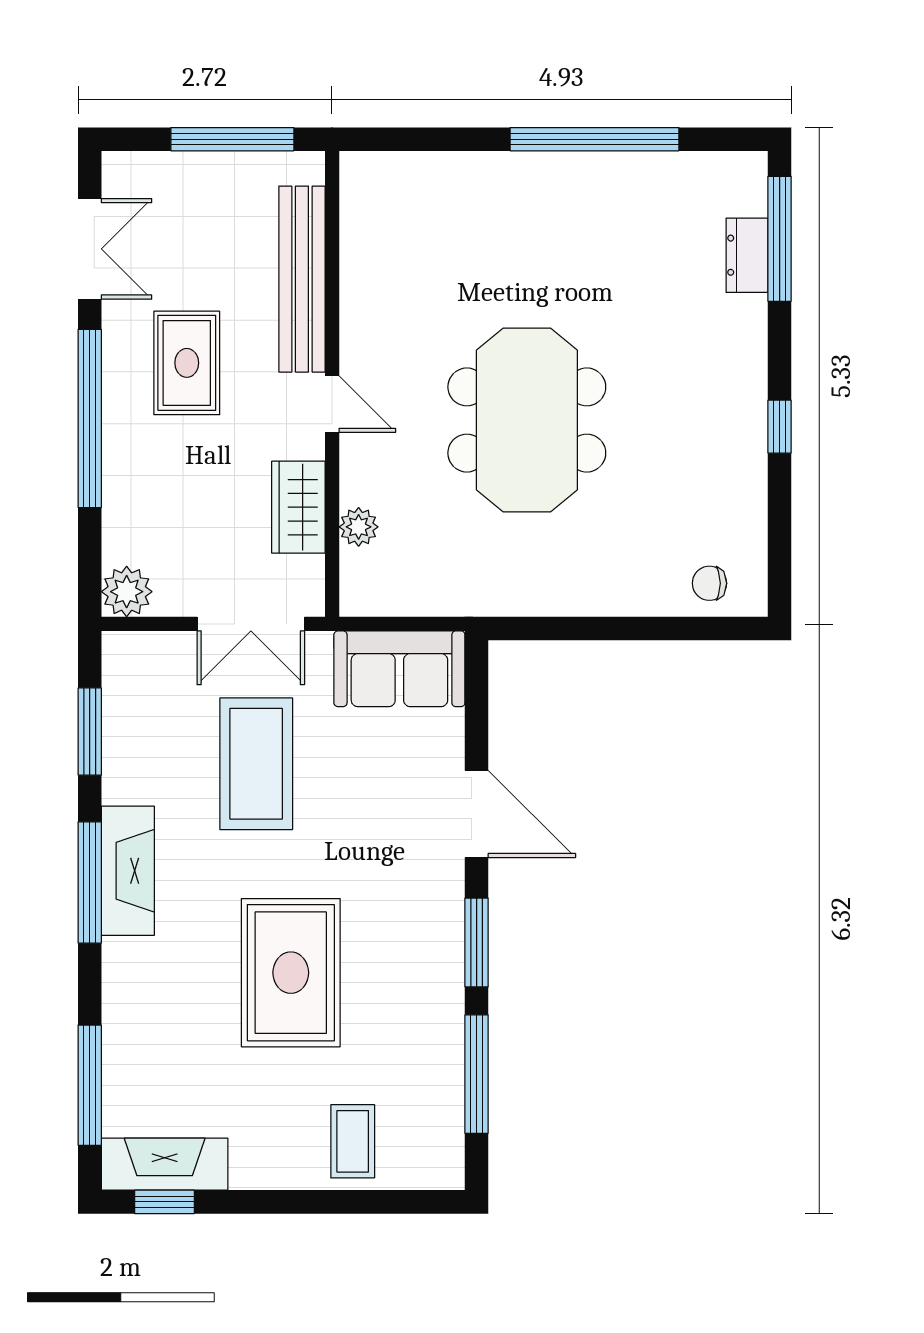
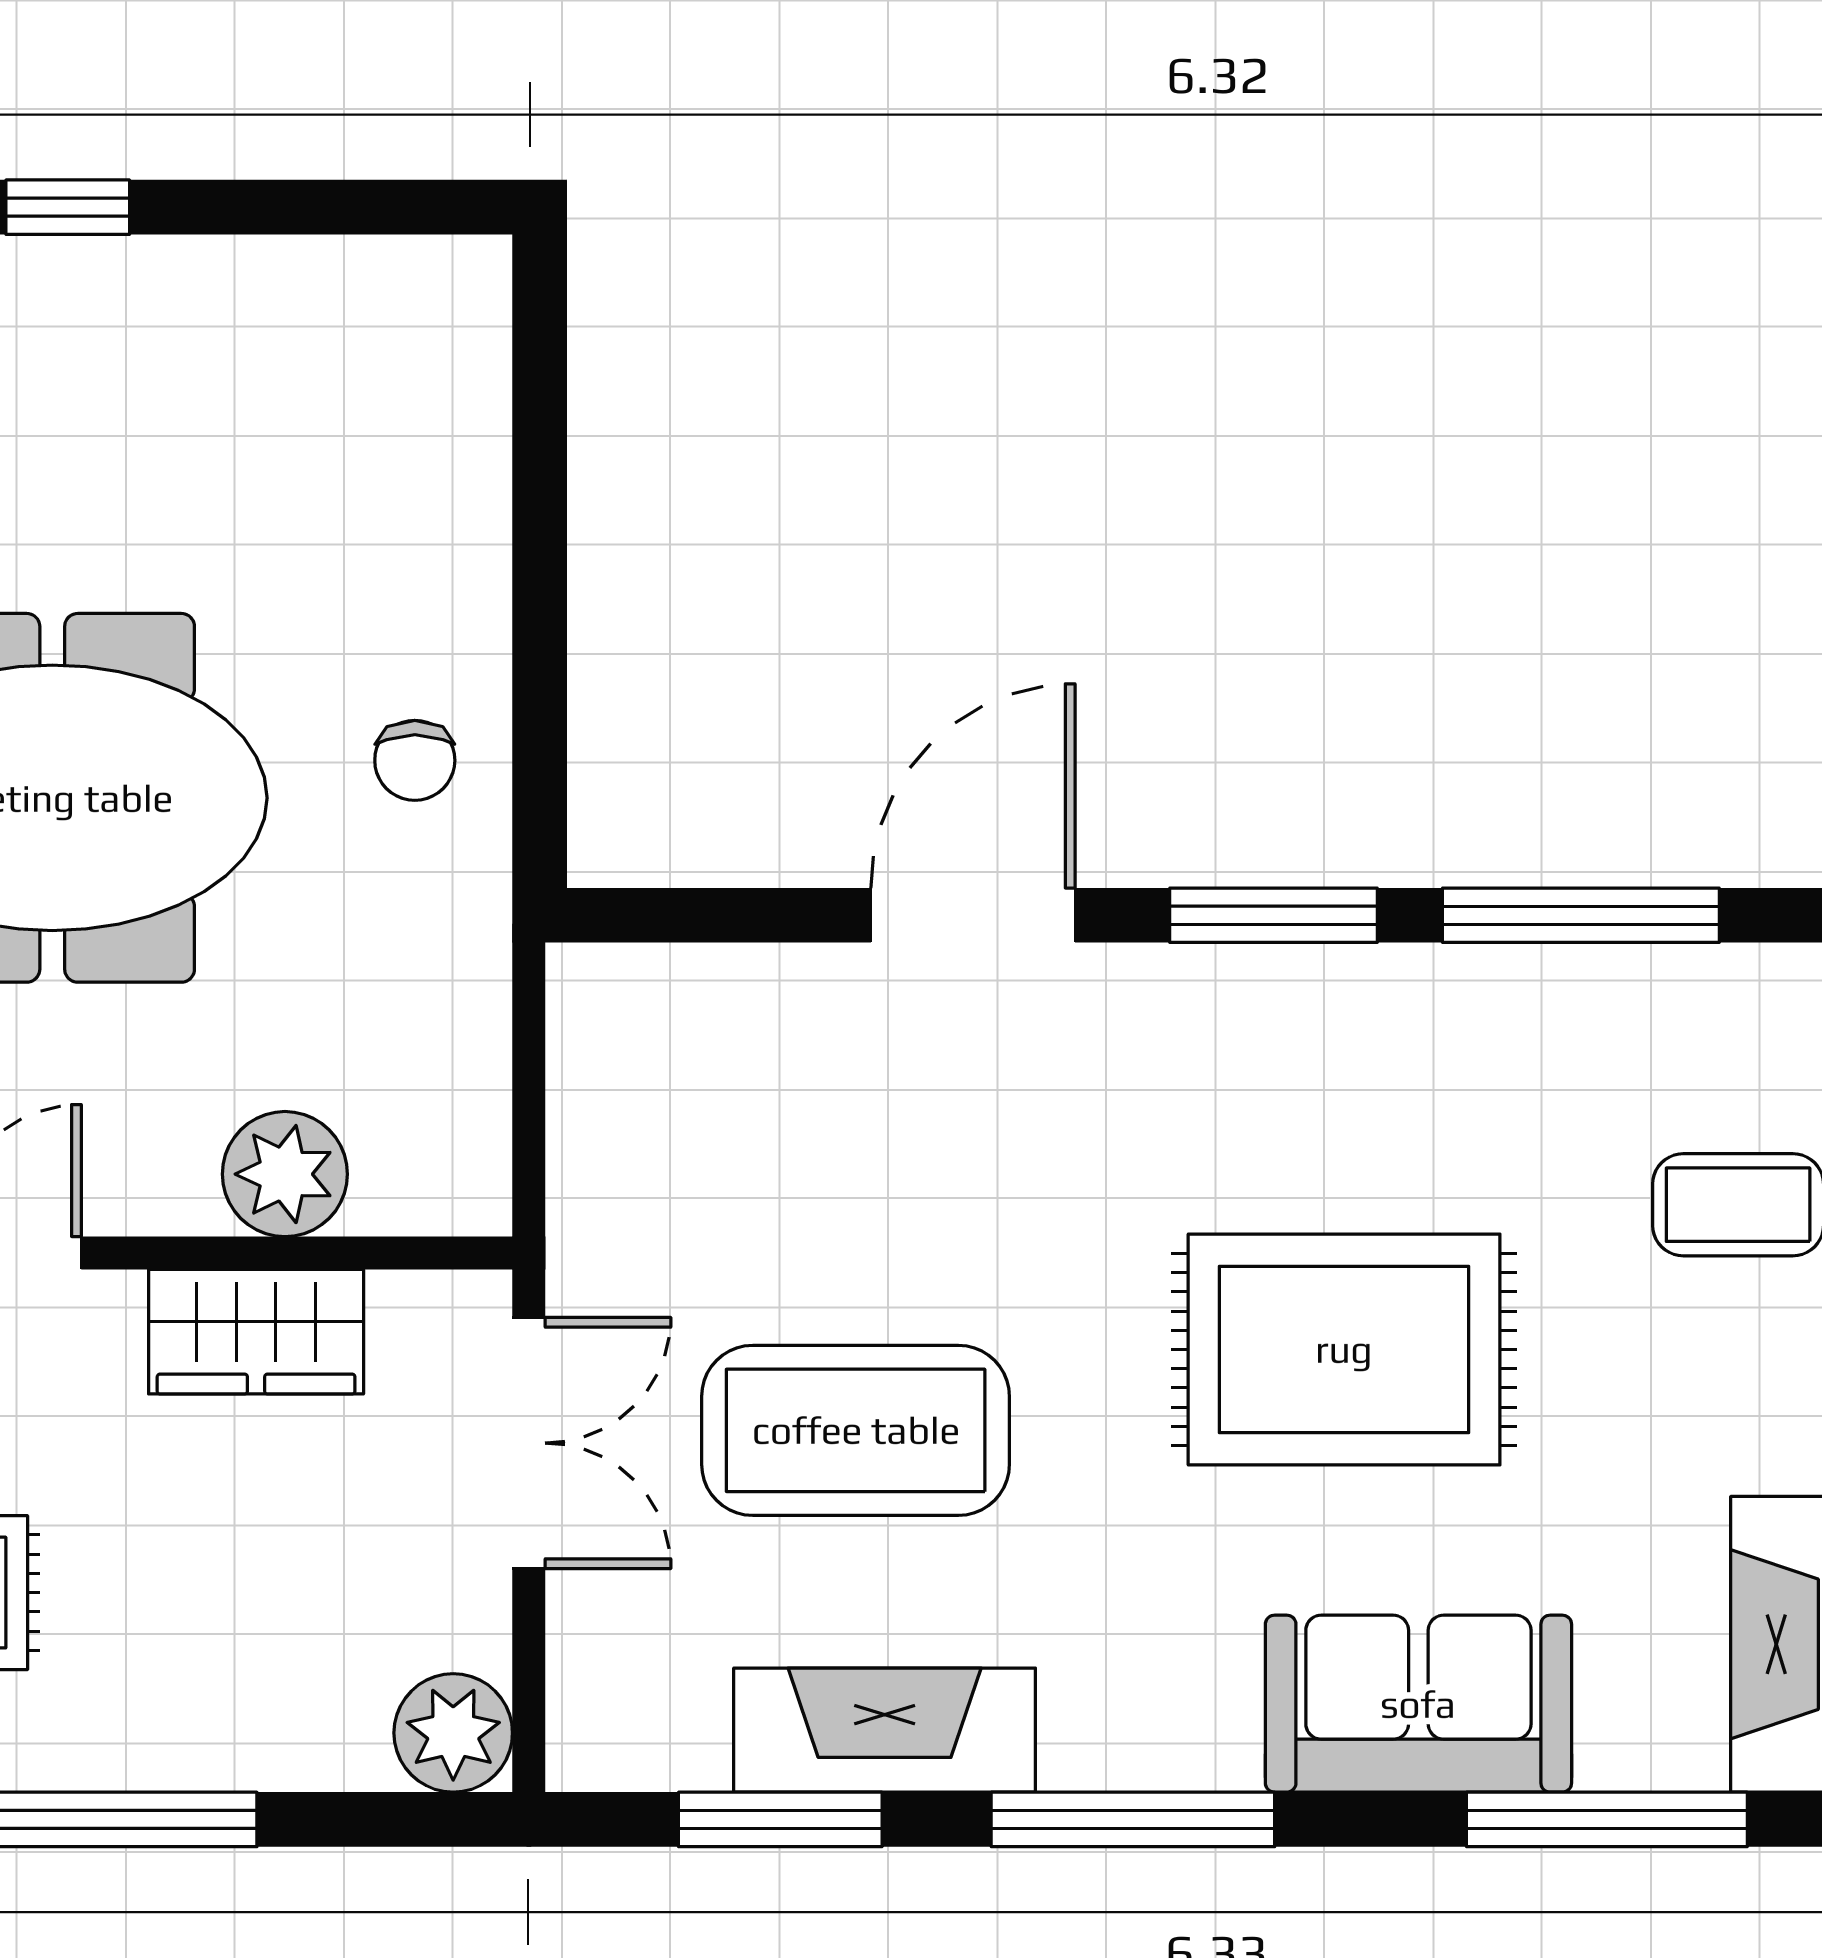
plant: (359, 527) -> (285, 1174), width x1.38, depth x1.38
chair: (709, 583) -> (415, 760), moved
sofa: (399, 669) -> (1418, 1704), moved, turned -90
fireplace: (128, 871) -> (885, 1730), moved

